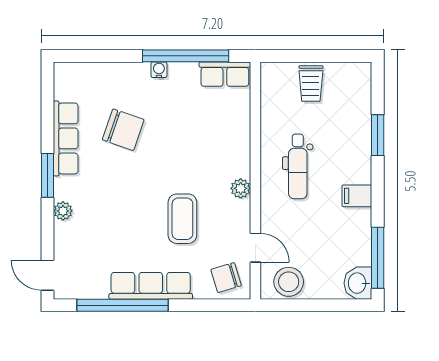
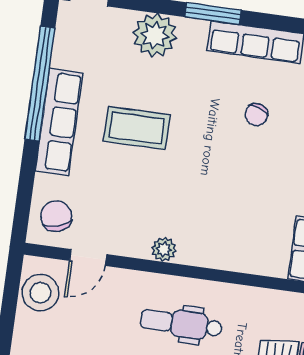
chair: (123, 130) -> (256, 115), width x0.54, depth x0.54
plant: (63, 211) -> (155, 35), width x1.87, depth x1.87
coffee table: (182, 219) -> (137, 128), moved

